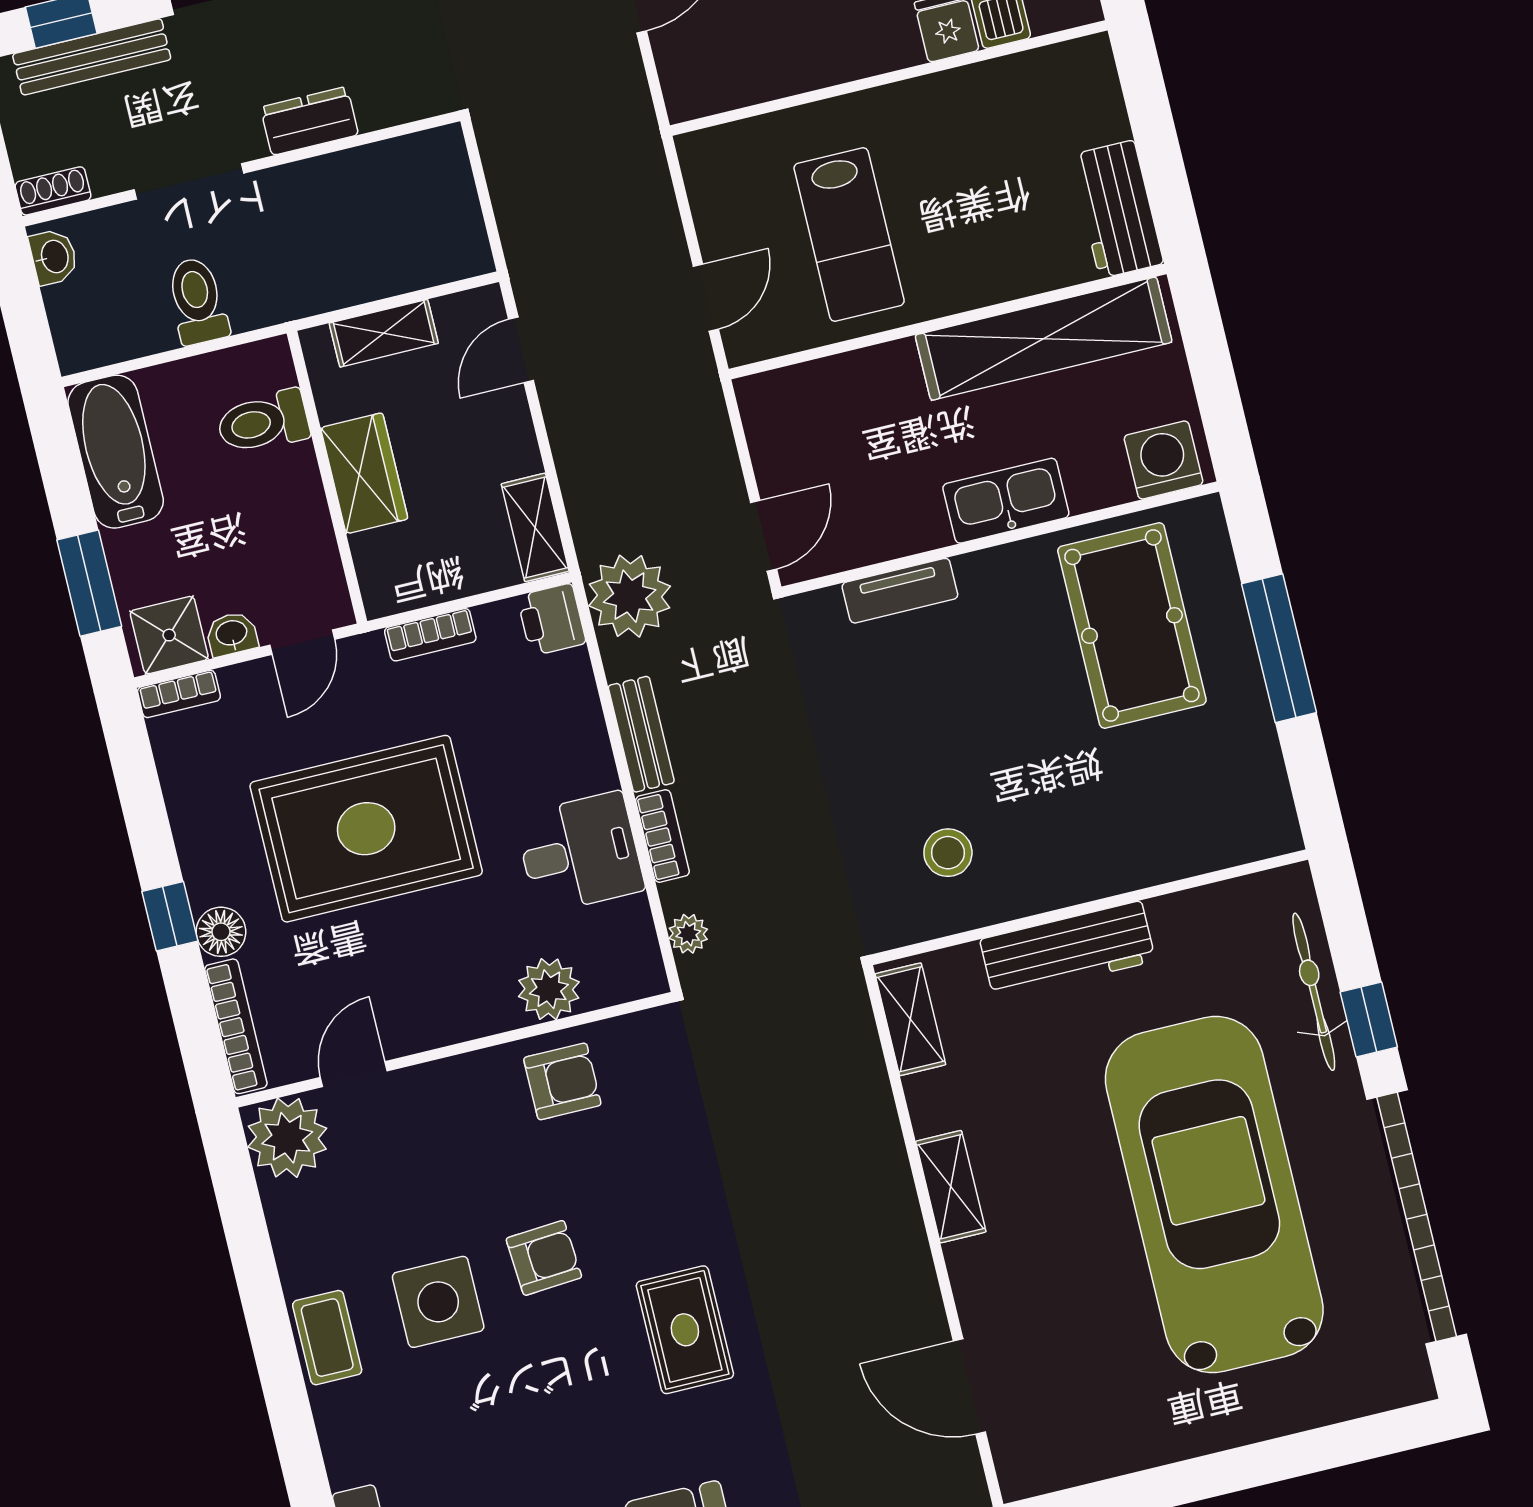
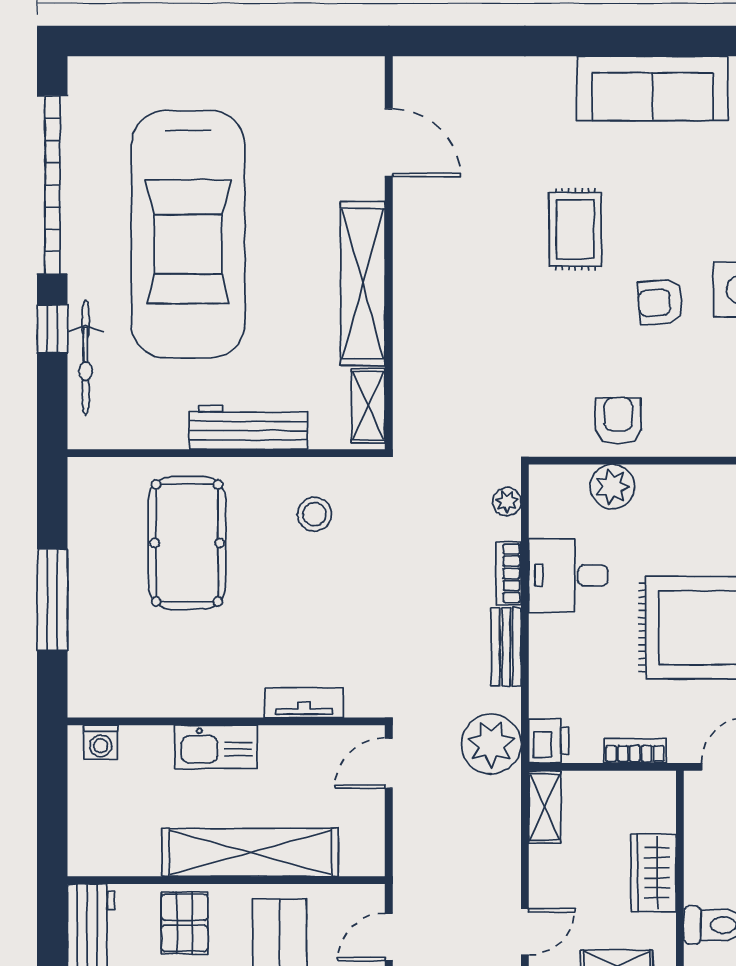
pallet: (991, 249) -> (184, 923), added
shelving: (1044, 339) -> (250, 852), moved
washing machine: (1163, 460) -> (101, 742), width x0.73, depth x0.73
pool table: (1132, 626) -> (187, 543), moved
armchair: (562, 1081) -> (618, 421), turned 90
shelving: (951, 1187) -> (363, 284), width x2.20, depth x1.33

